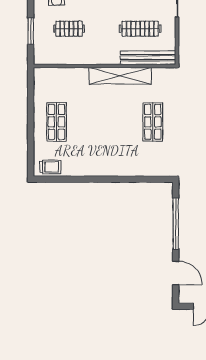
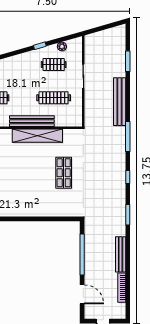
bench: (148, 58) -> (32, 121), moved

